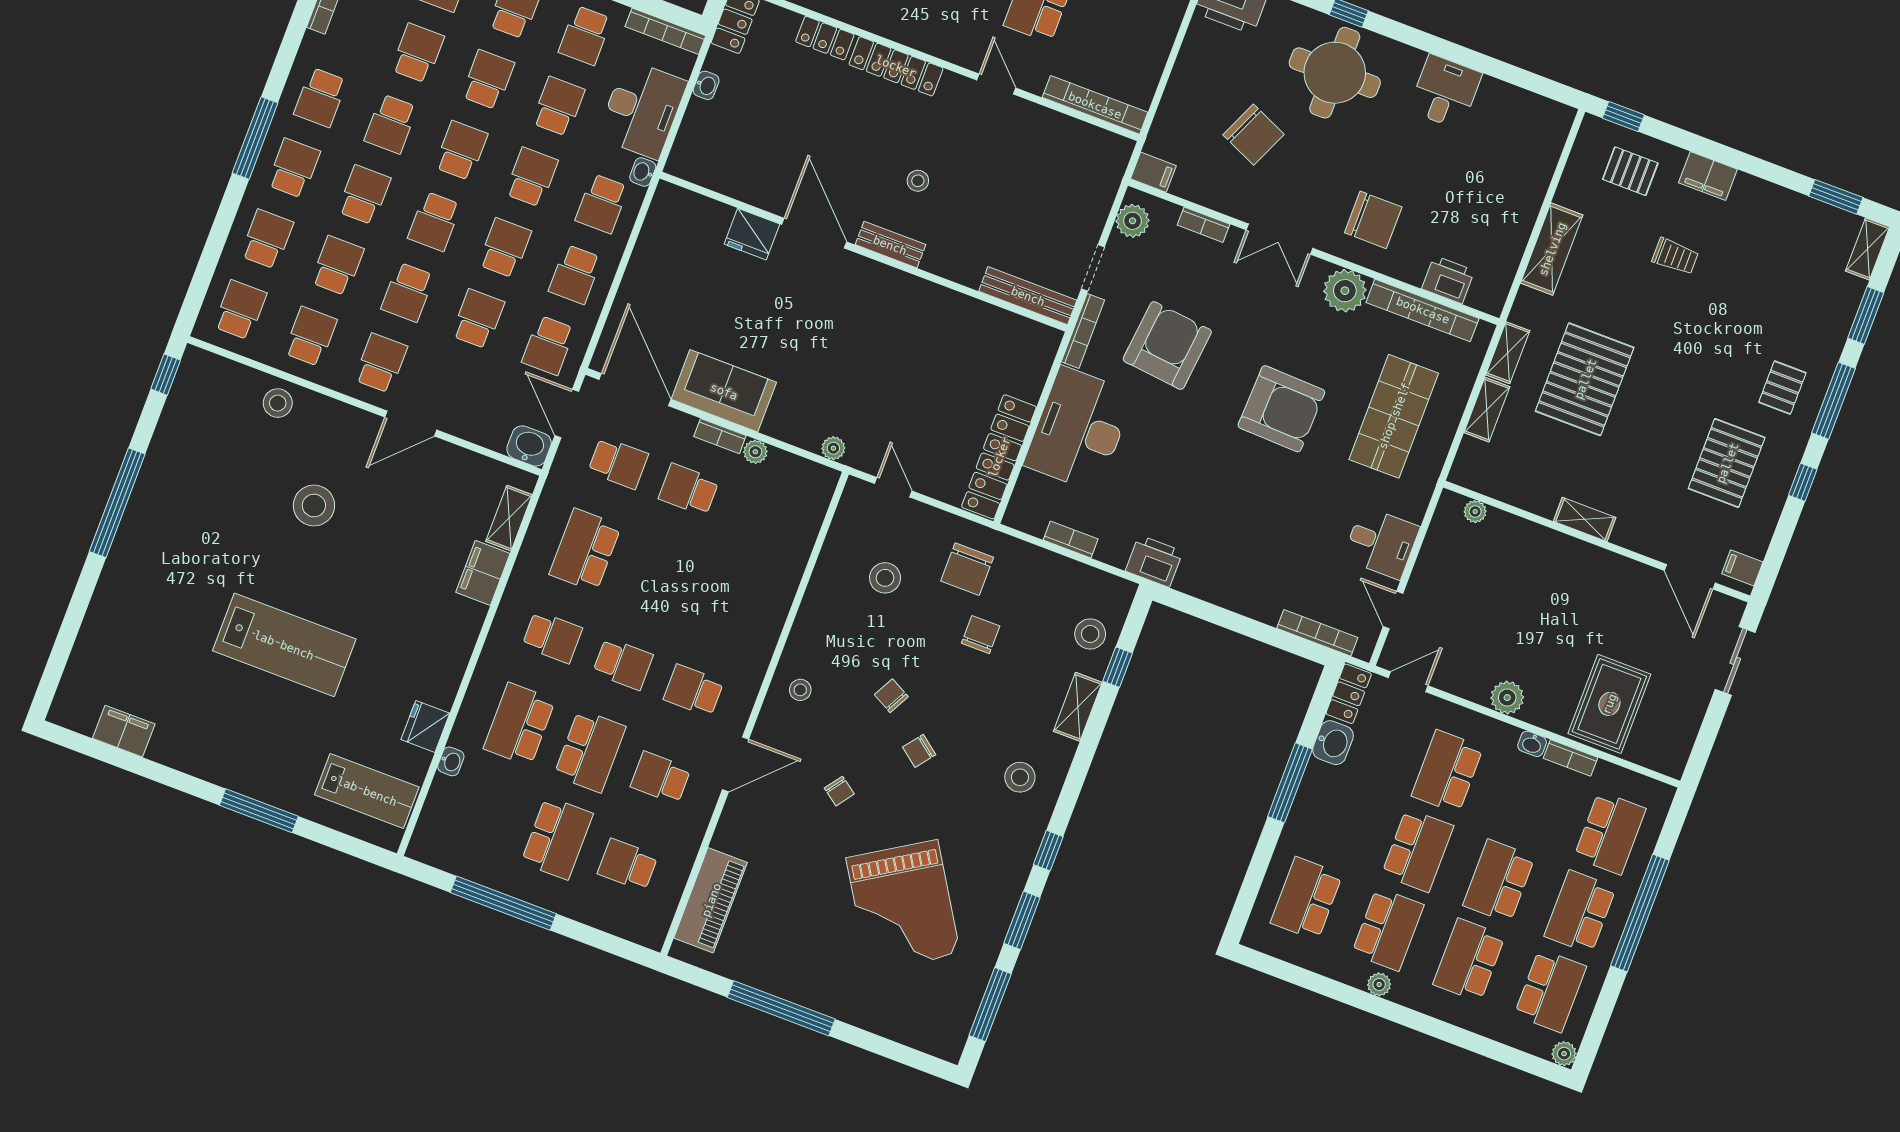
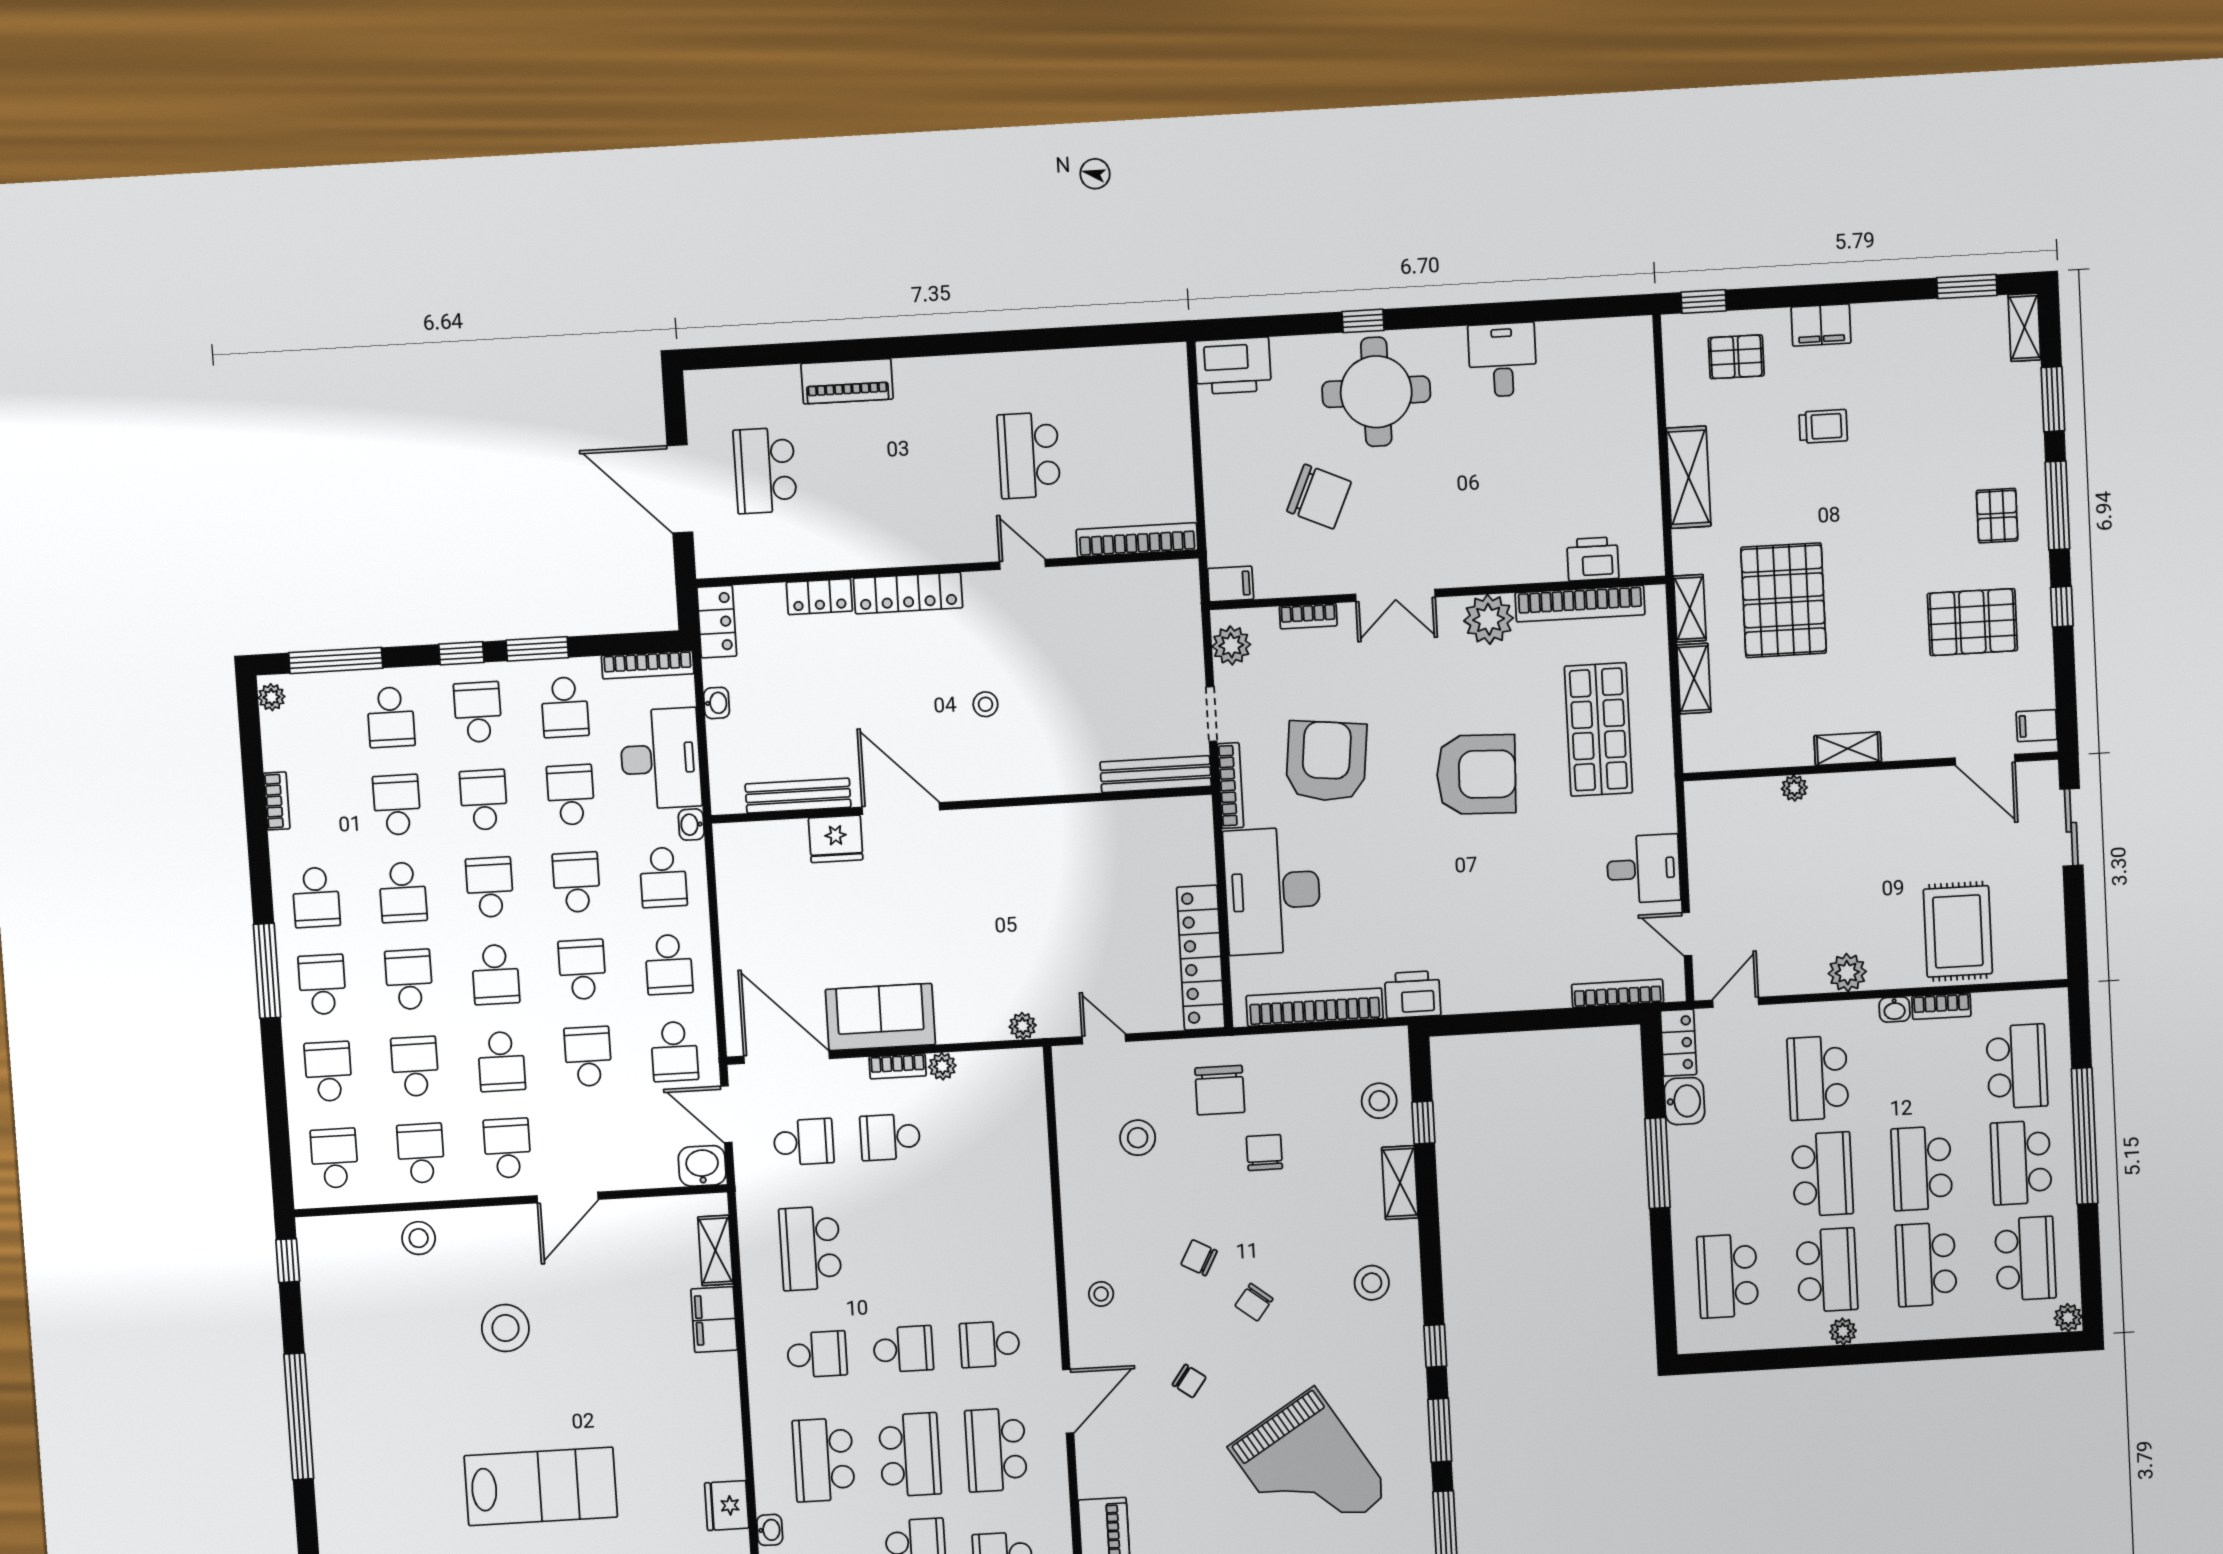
chair: (1373, 220) -> (1486, 531), removed
bench: (890, 245) -> (798, 796), moved, width x1.36
pallet: (1727, 463) -> (1972, 622), turned 90
plant: (1475, 512) -> (1794, 788), moved
bookcase: (1071, 540) -> (1315, 1007), width x2.31, depth x1.31
school desk: (661, 778) -> (996, 1450), width x1.85

